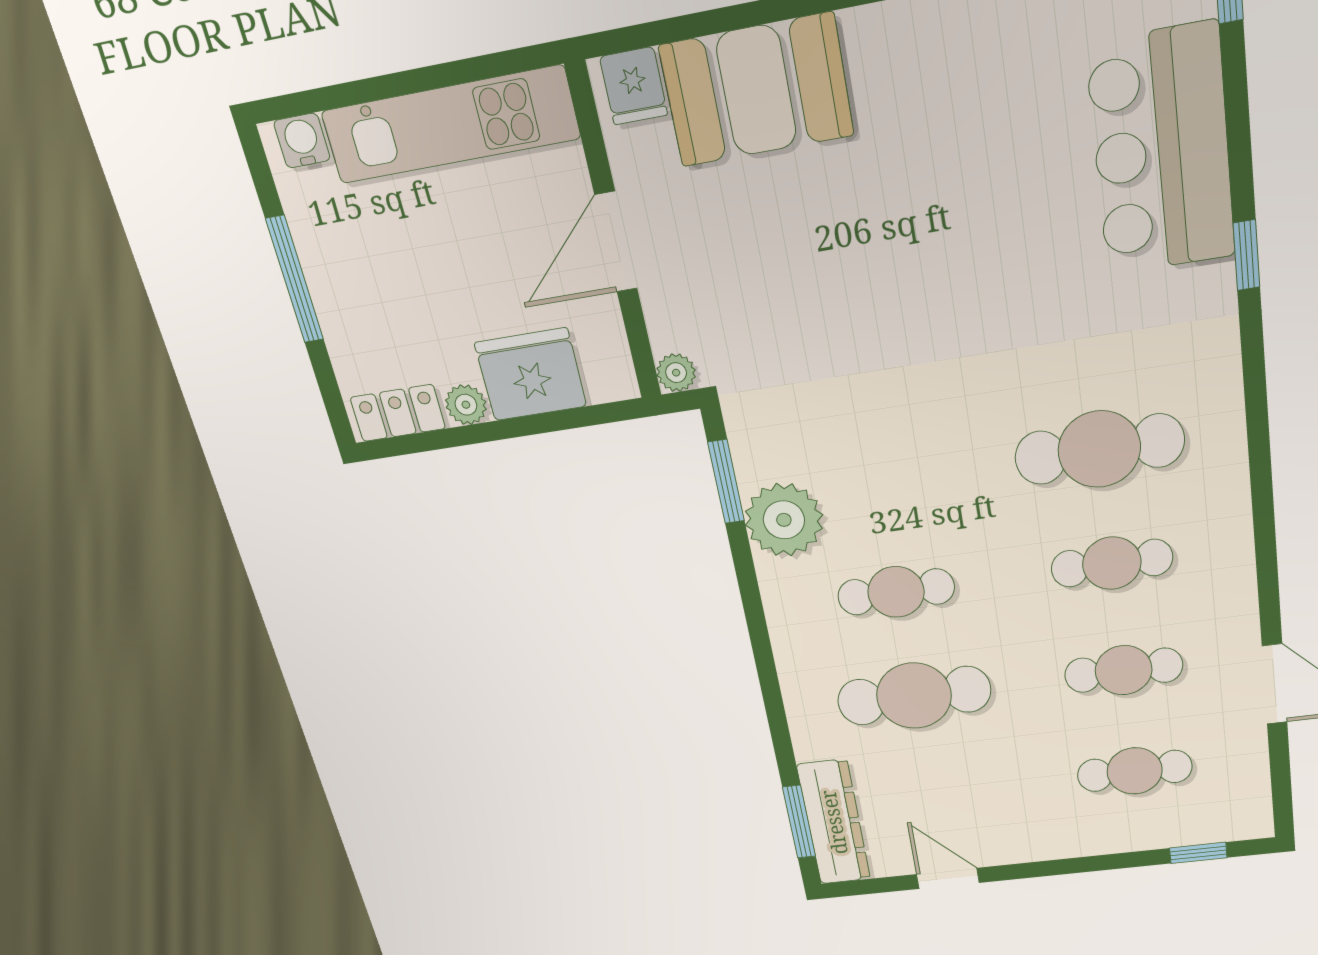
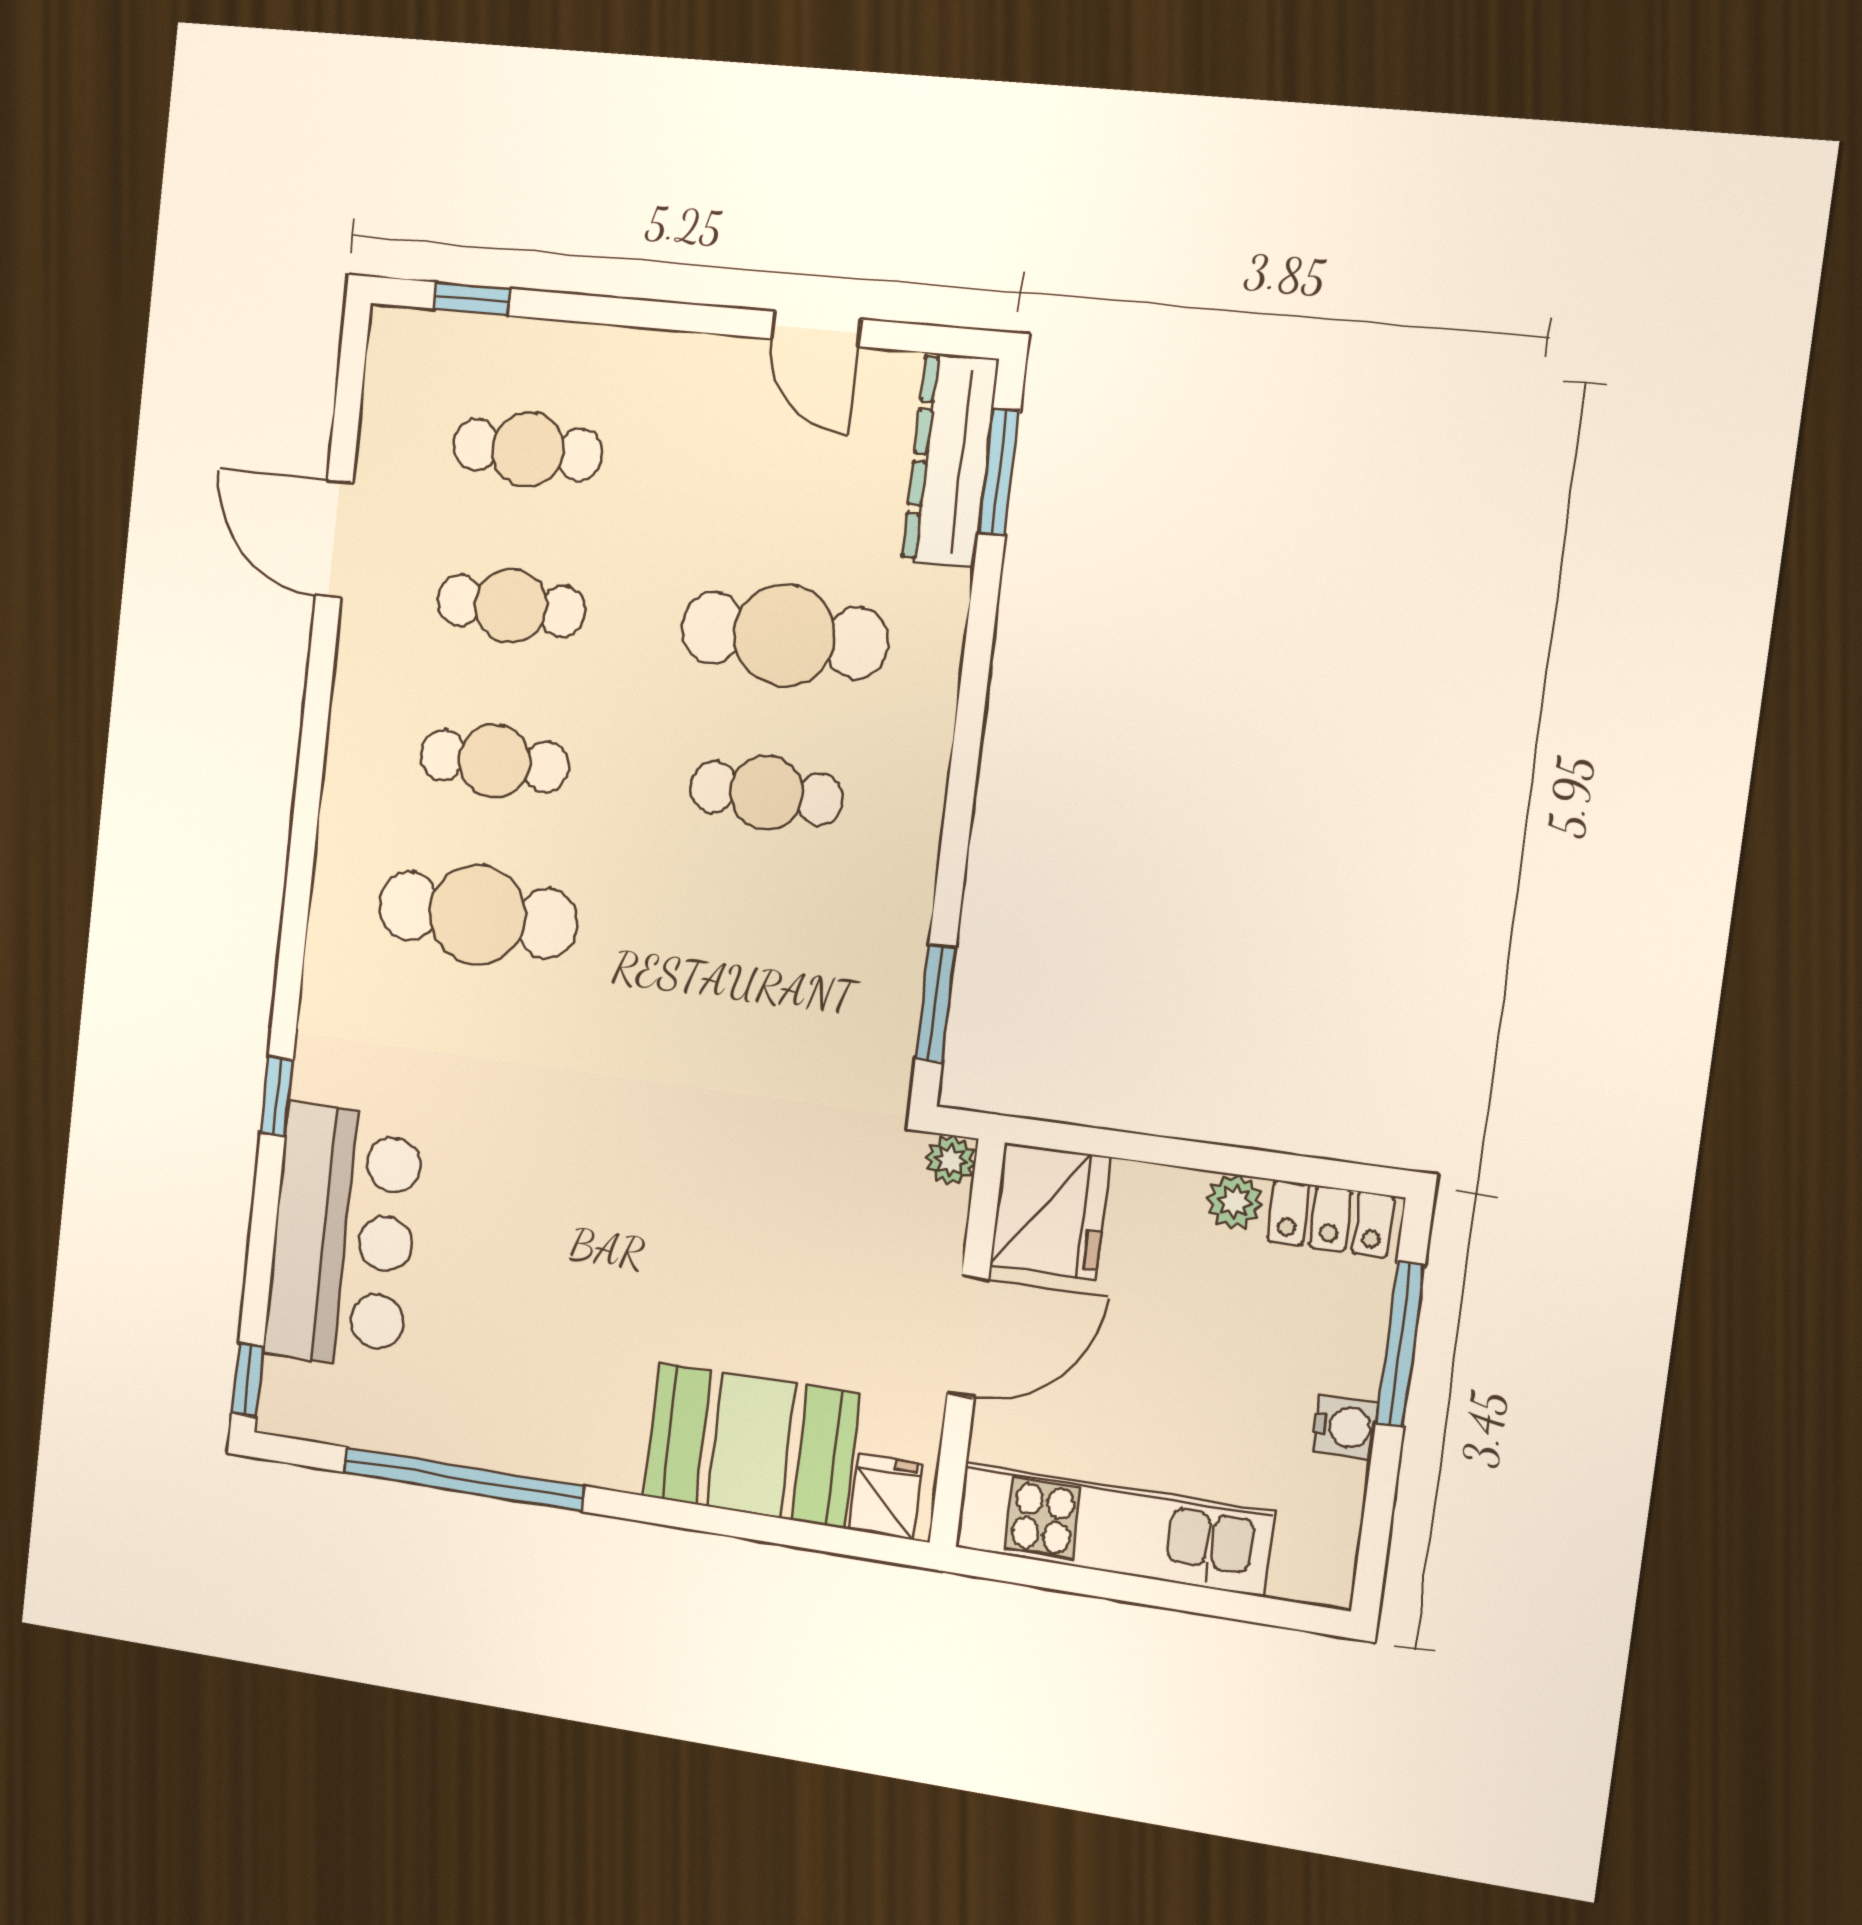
water cooler: (302, 141) -> (1345, 1427), moved, turned -90
window: (295, 280) -> (1400, 1344), moved
fridge: (531, 375) -> (1050, 1211), moved, turned -90
plant: (784, 520) -> (879, 931), removed

